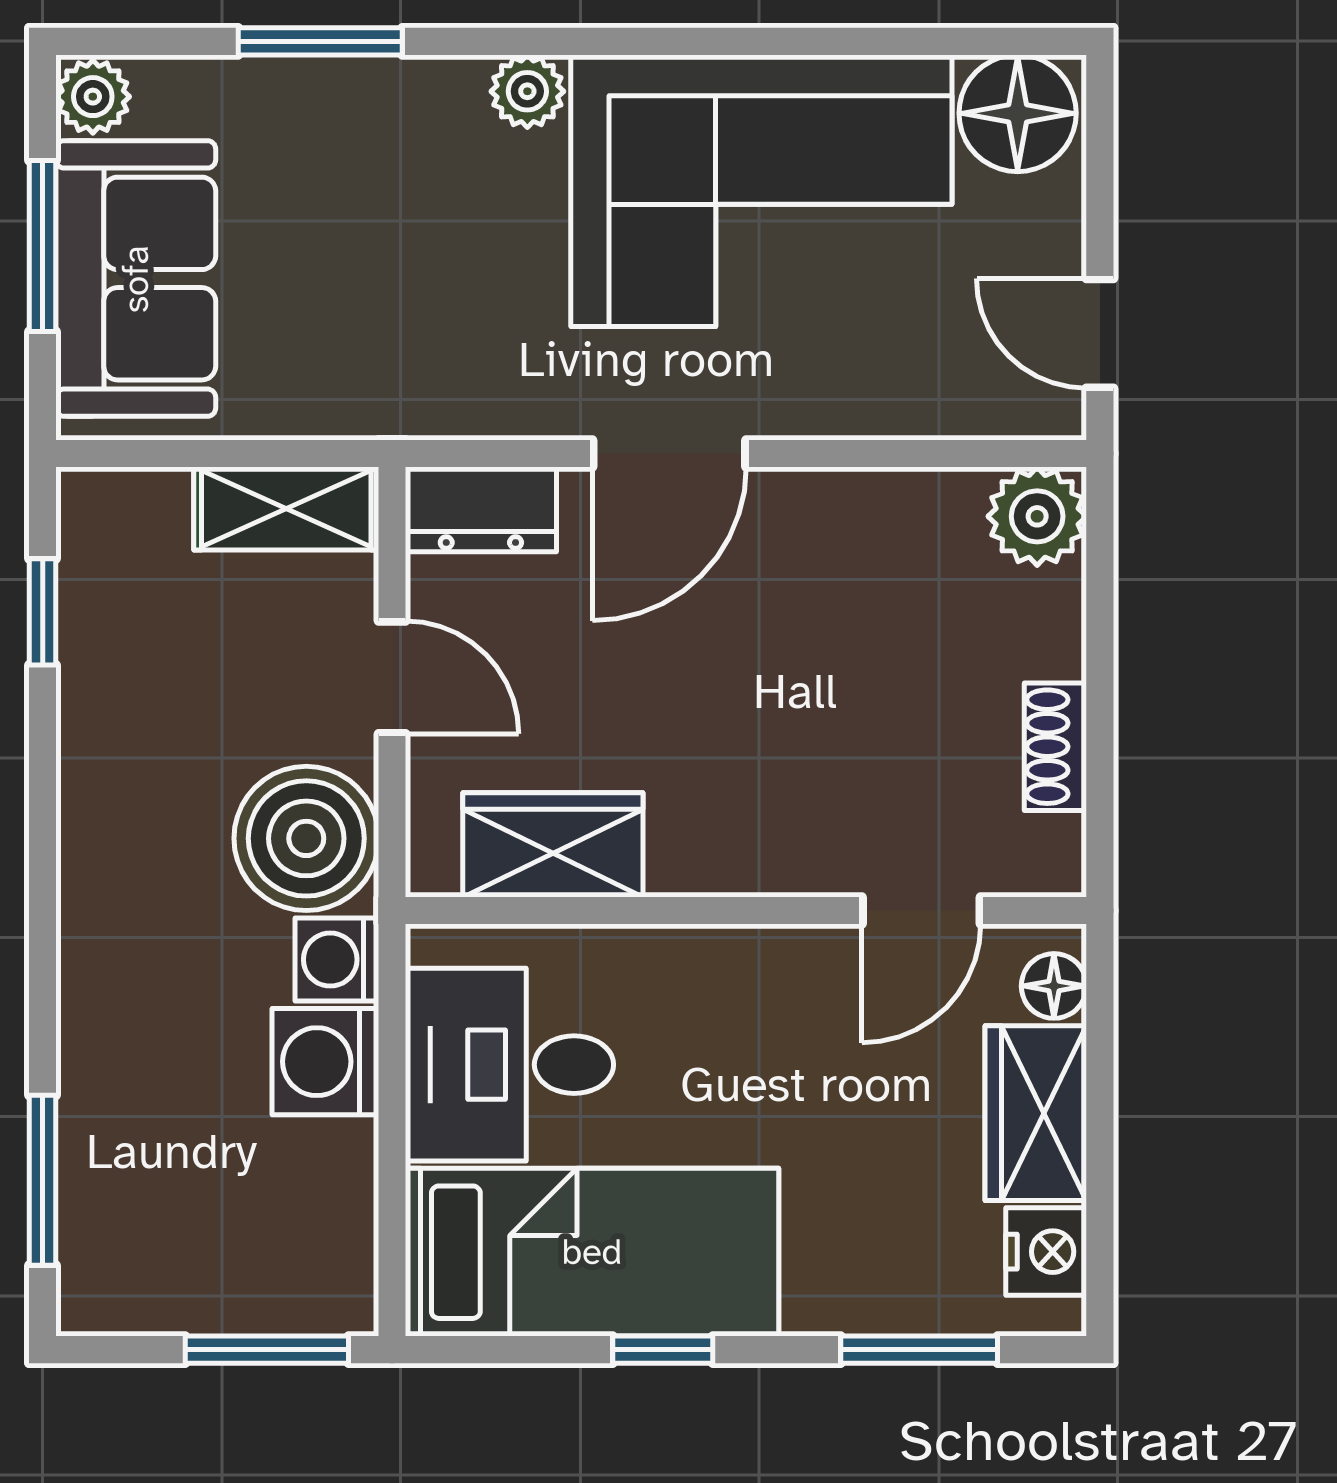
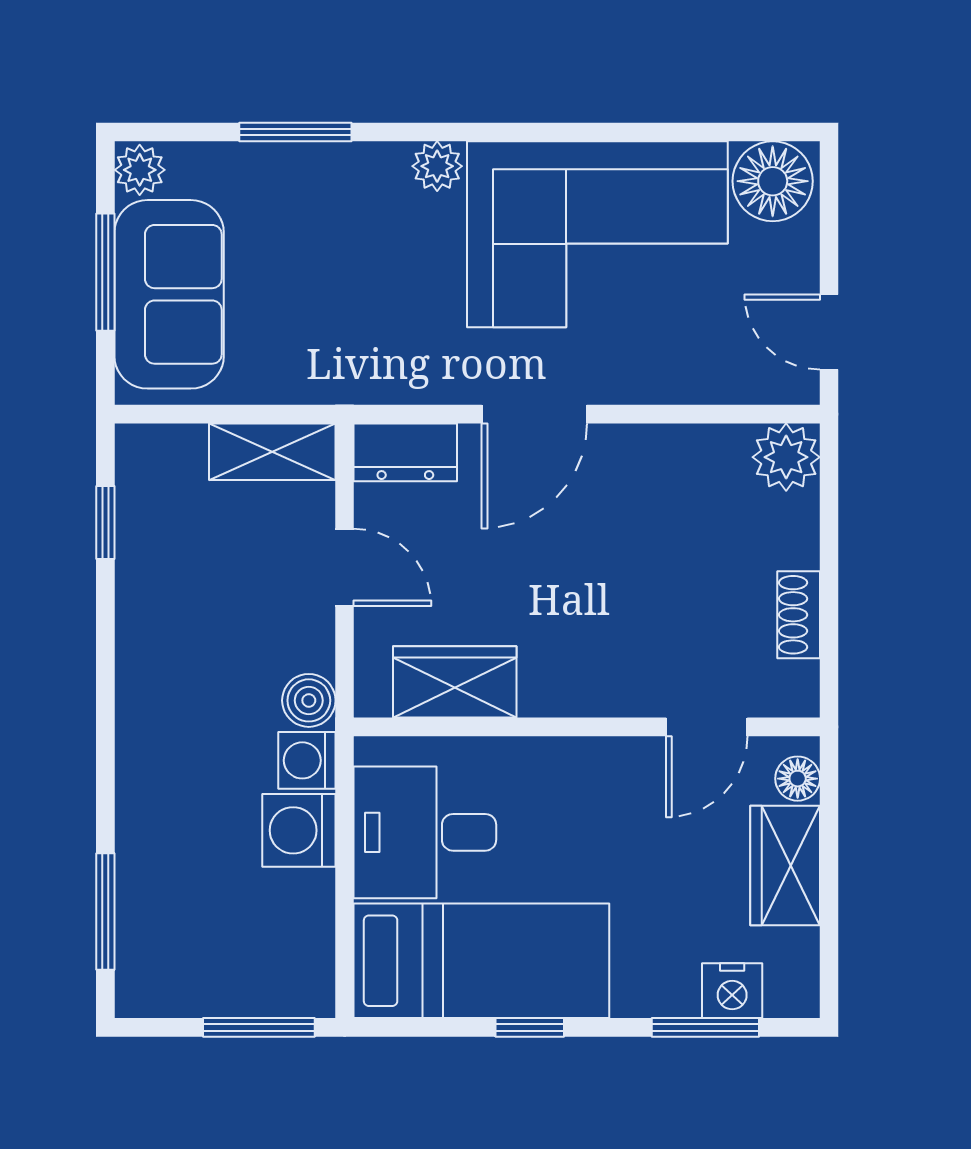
boiler: (306, 838) -> (309, 700), width x0.54, depth x0.54
nightstand: (1046, 1252) -> (732, 991), moved, turned 90

